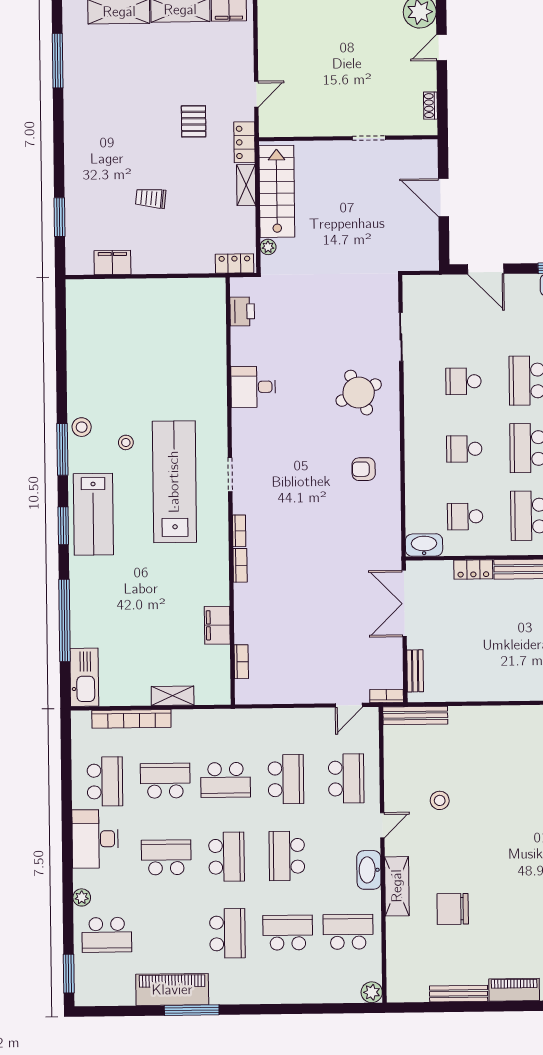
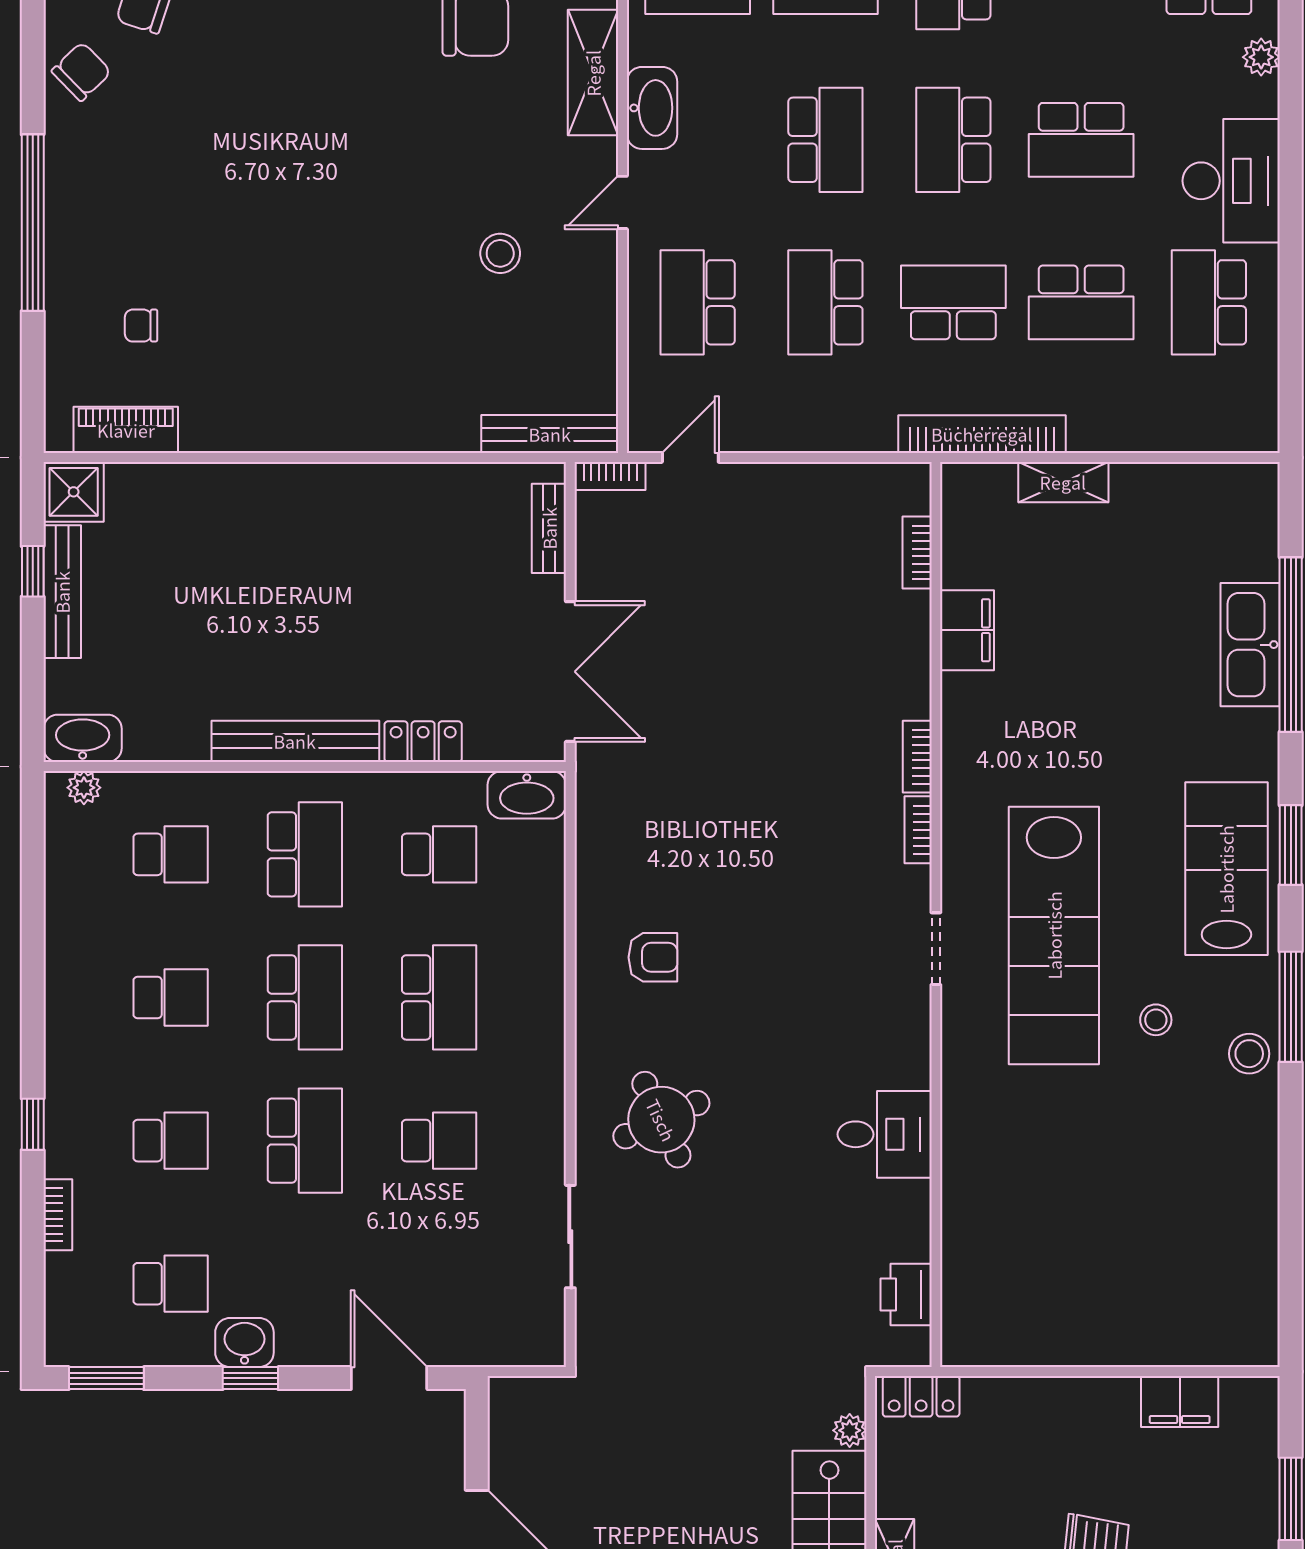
school desk: (464, 449) -> (439, 997), width x1.85
kitchen sink: (84, 677) -> (1250, 645), moved
bookcase: (131, 719) -> (982, 434), moved

